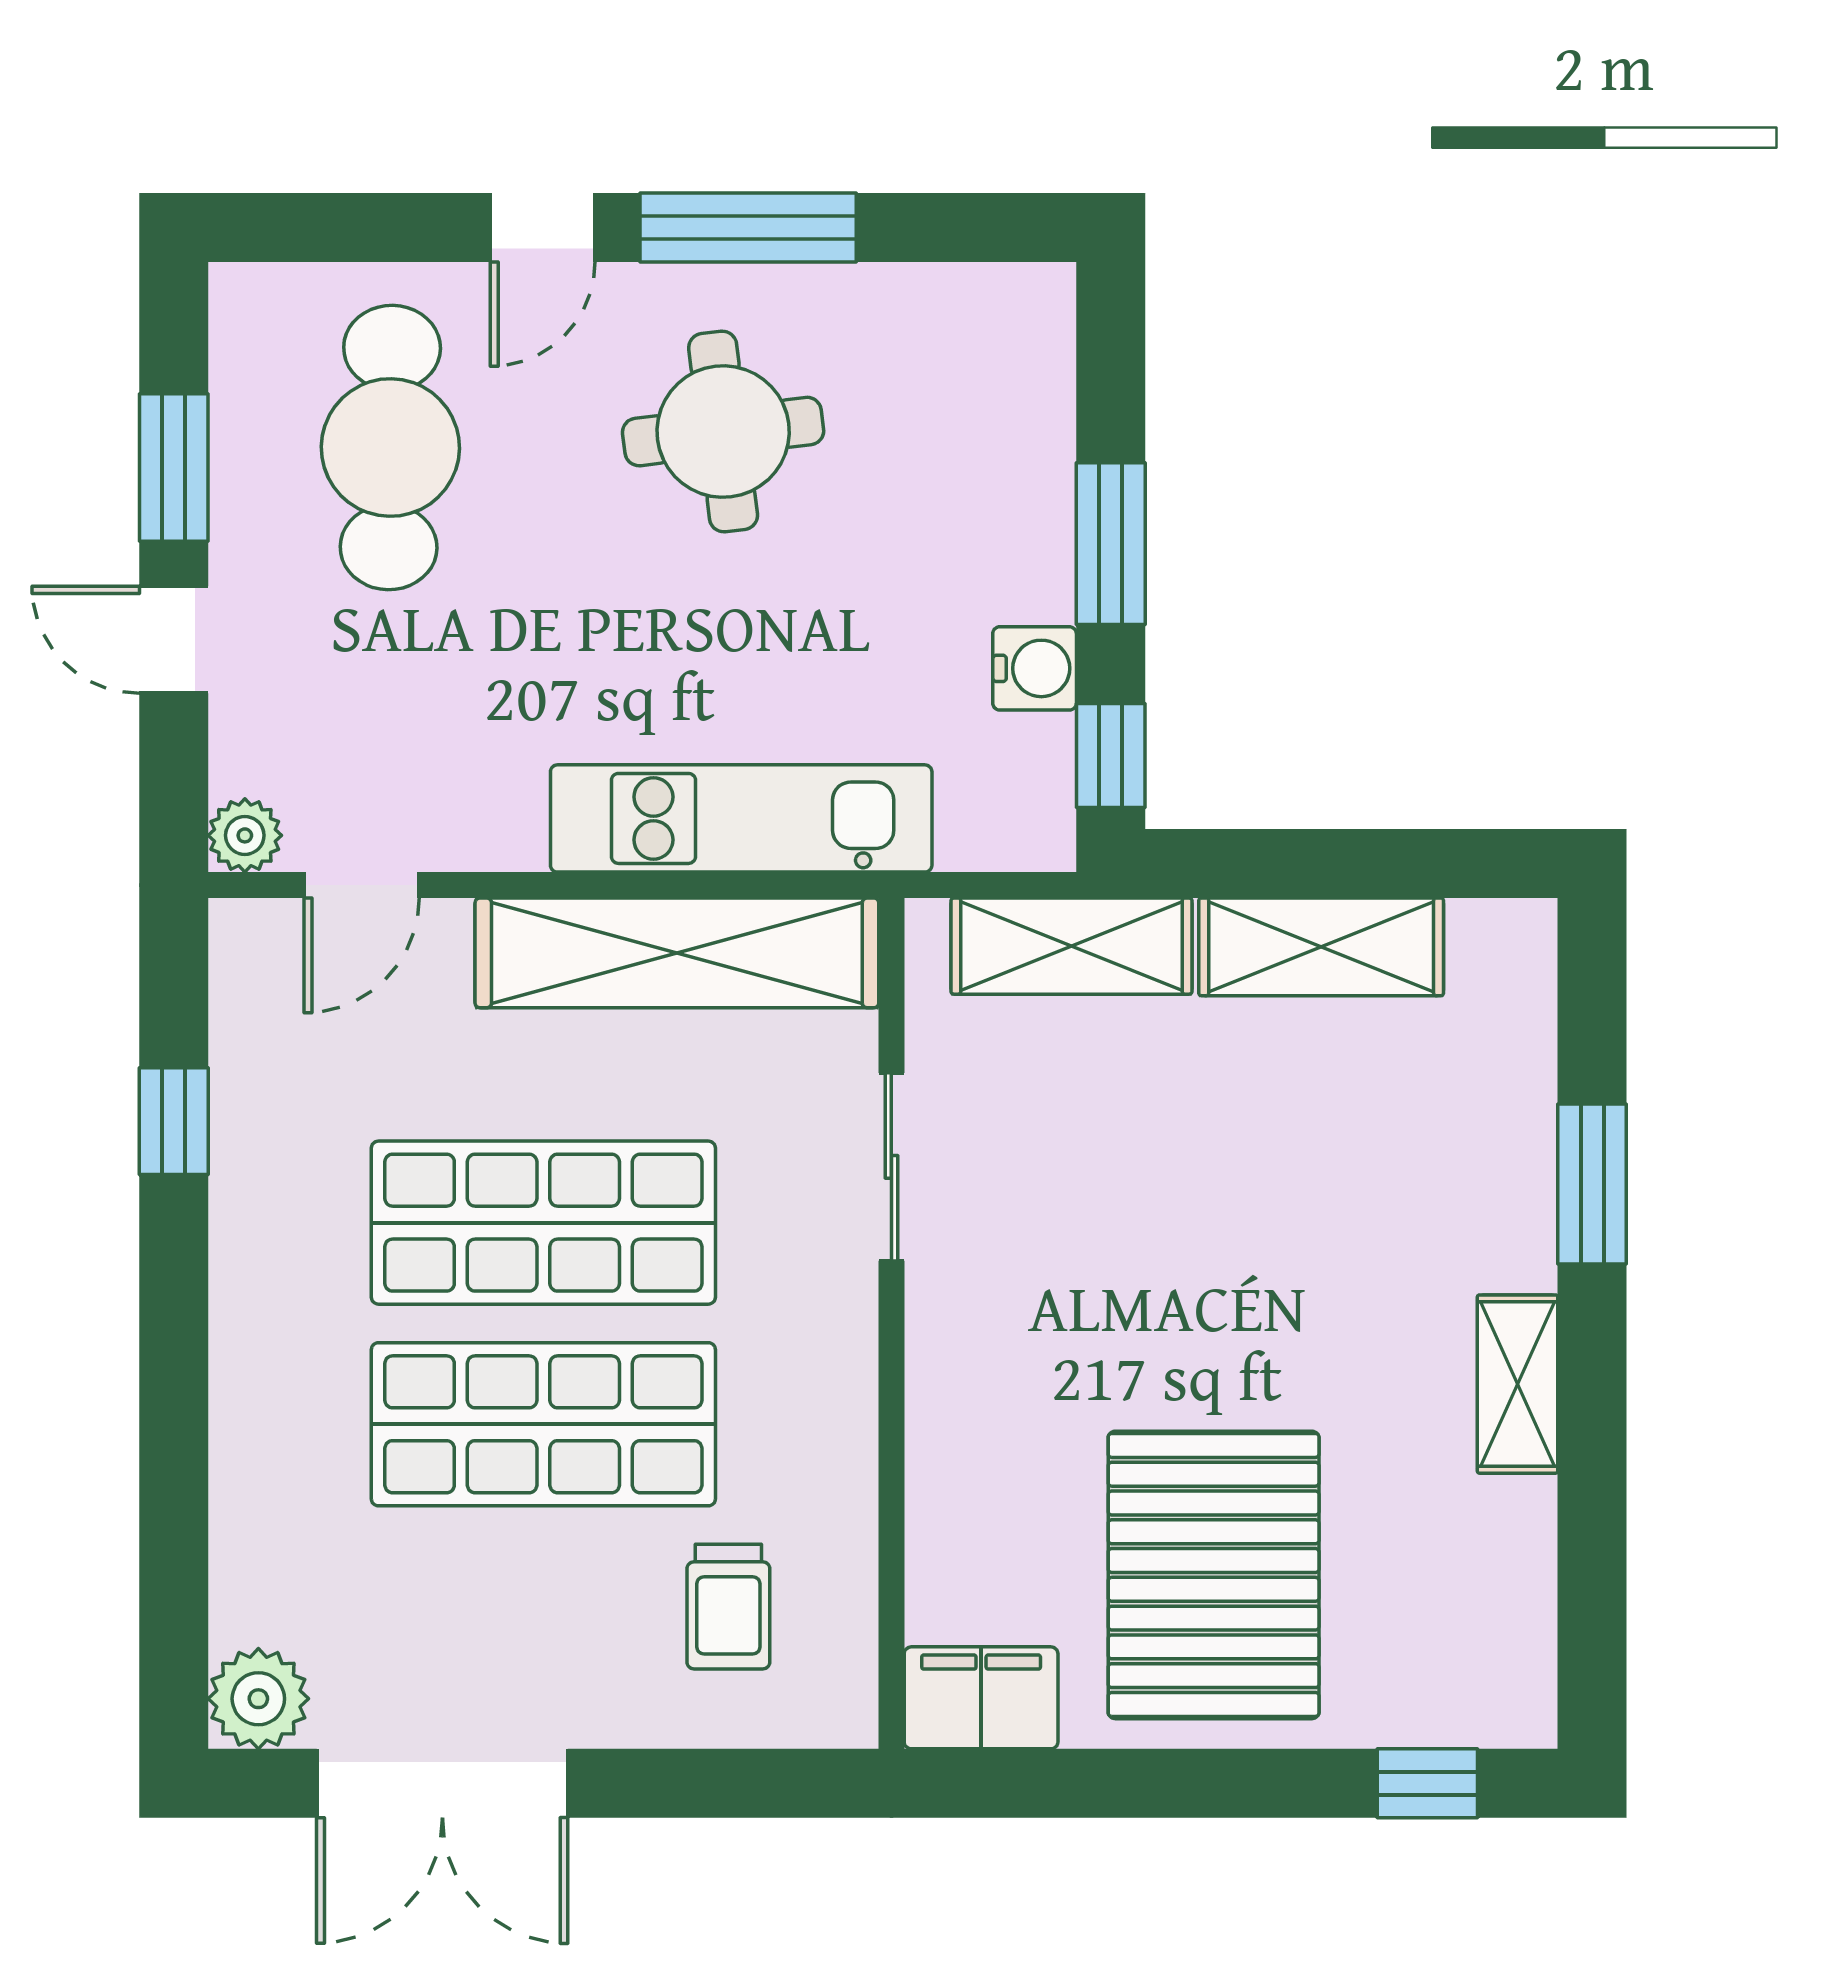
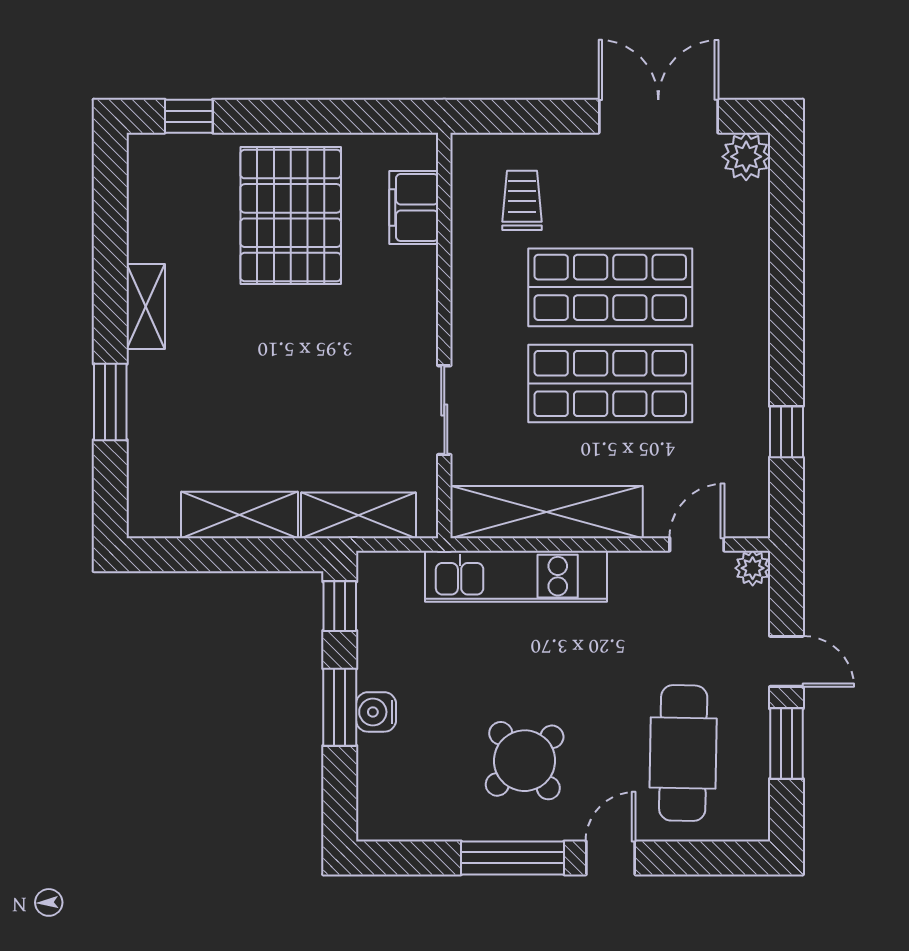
round table: (723, 432) -> (525, 761), turned -34
water cooler: (1035, 668) -> (376, 712), moved
filing cabinet: (981, 1698) -> (414, 207), moved, turned 90

